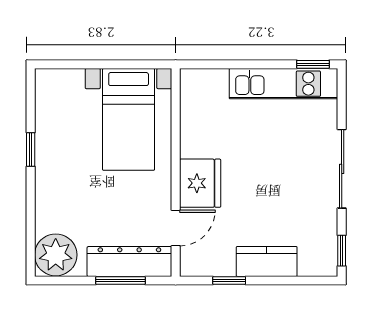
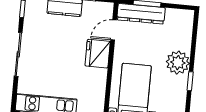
plant: (56, 255) -> (178, 63), moved

